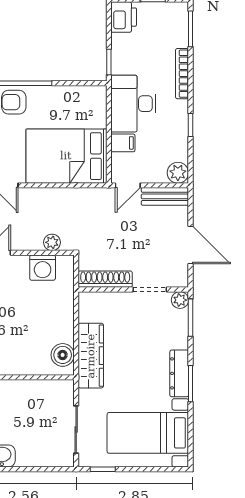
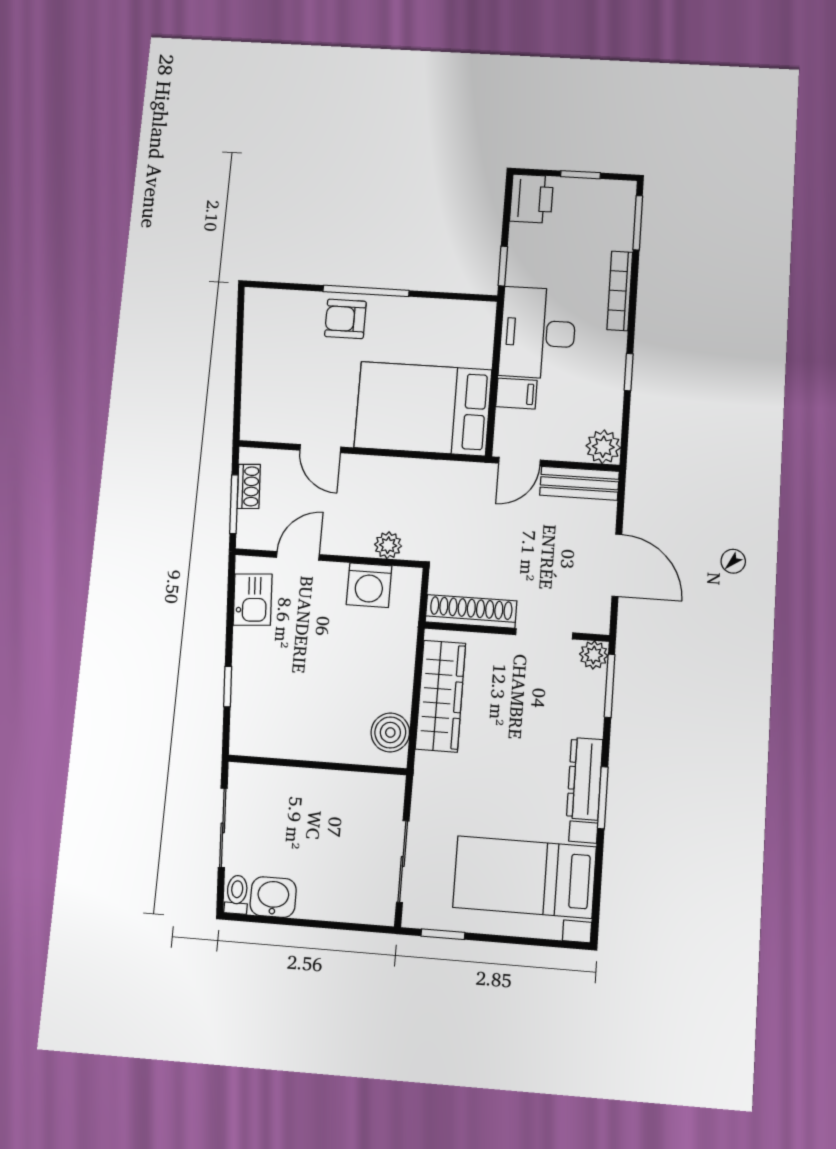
wardrobe: (91, 356) -> (440, 696), moved

